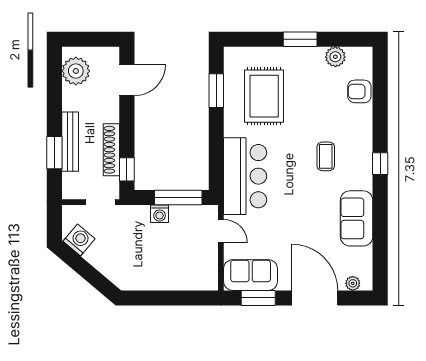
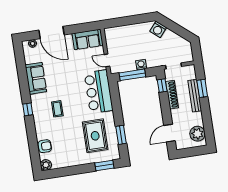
window: (300, 39) -> (104, 165), moved
plant: (335, 57) -> (46, 165), moved
washing machine: (79, 240) -> (158, 29), moved
window: (258, 298) -> (82, 28), removed

